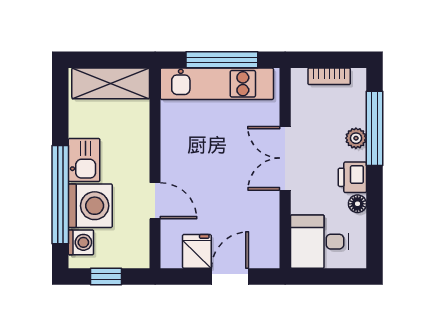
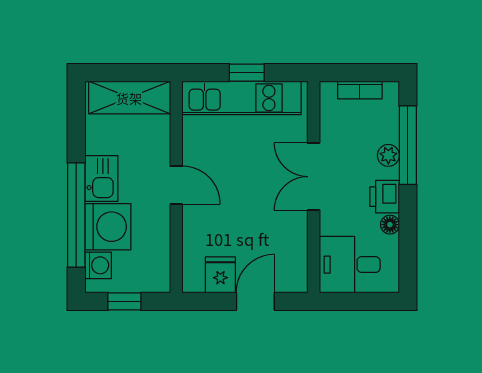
window: (222, 60) -> (247, 73), width x0.46
door: (155, 201) -> (176, 185), moved

